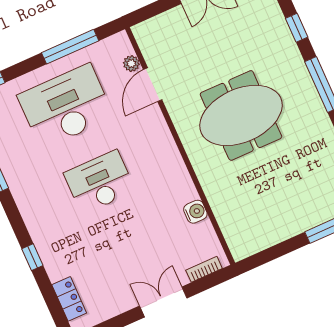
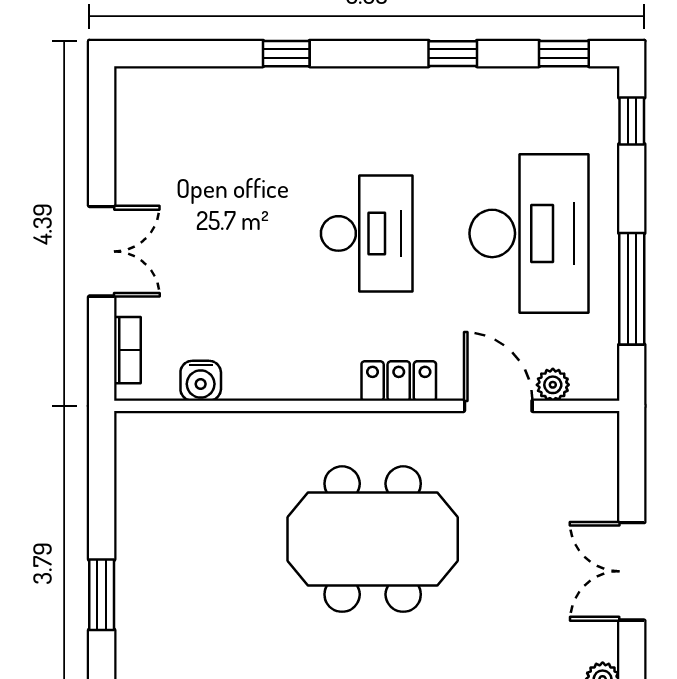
meeting table: (241, 115) -> (373, 539), turned 90
water cooler: (195, 212) -> (201, 381), moved
locker: (69, 299) -> (399, 381), moved, turned 180

